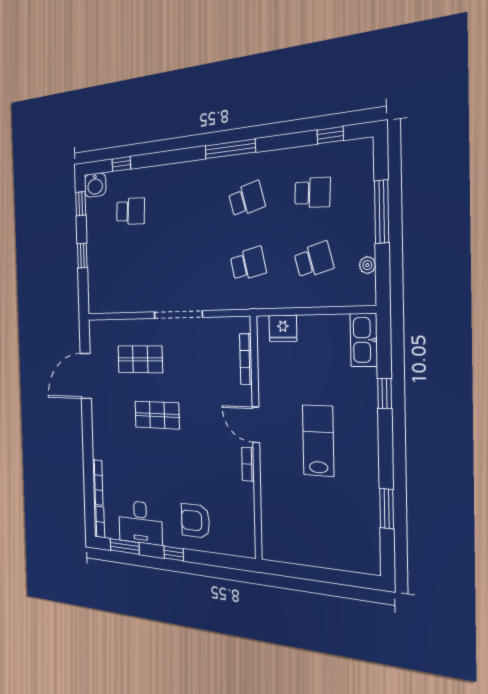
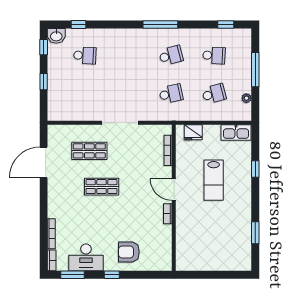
kitchen sink: (364, 340) -> (236, 132), moved, turned -90
lab bench: (318, 441) -> (214, 180), moved, turned 180

